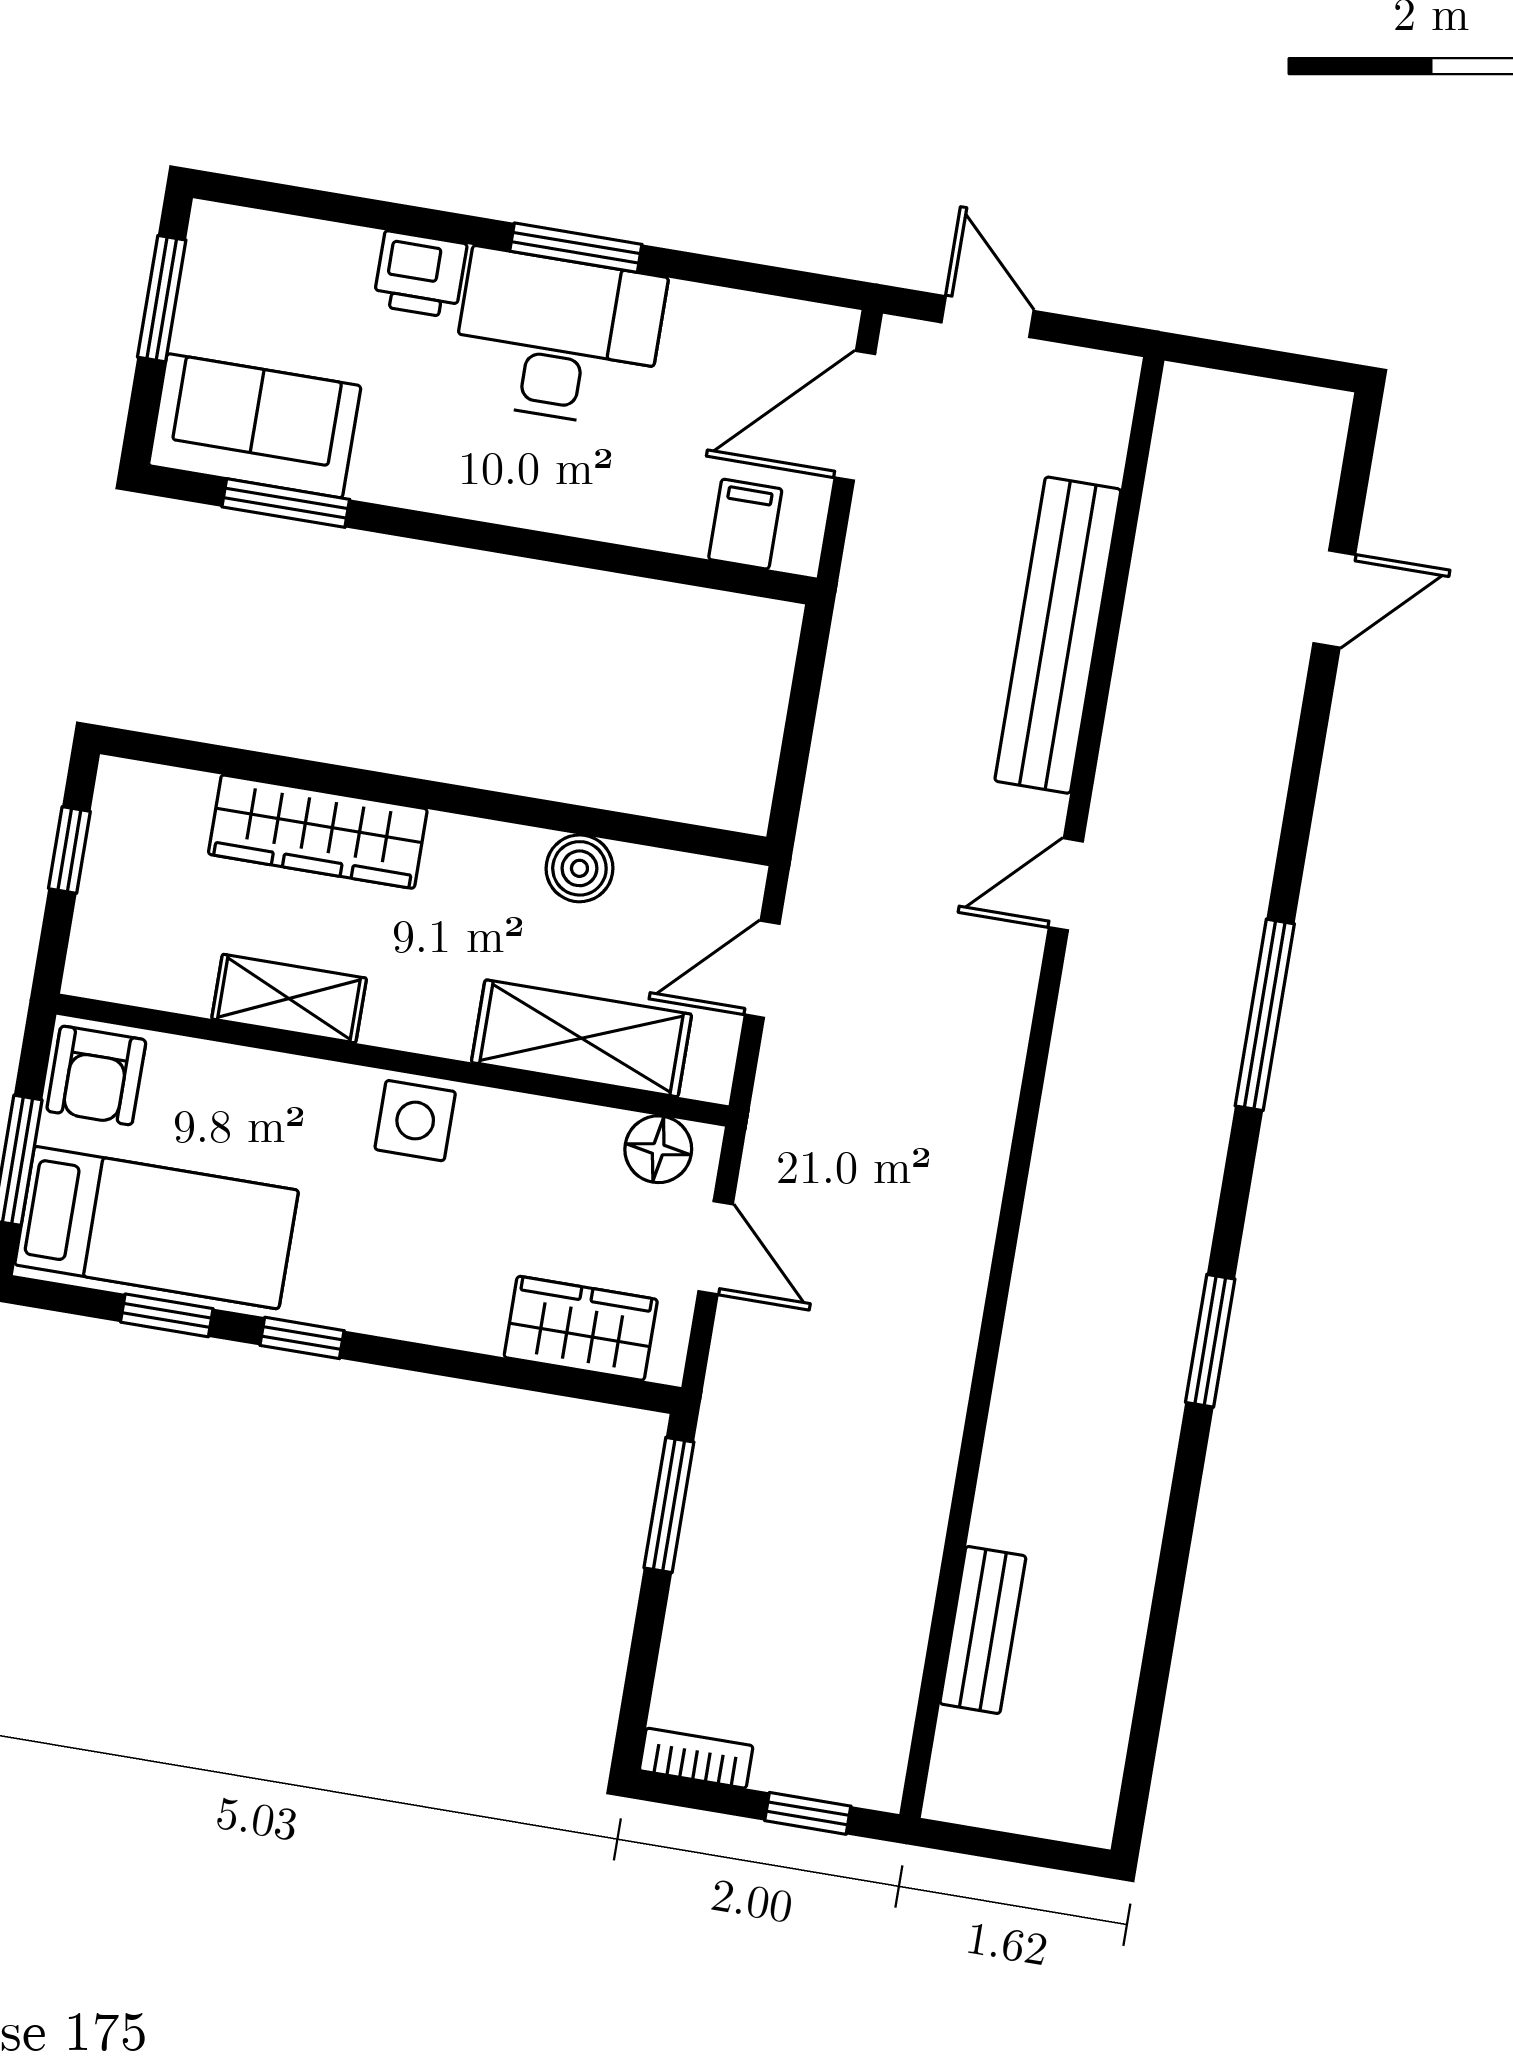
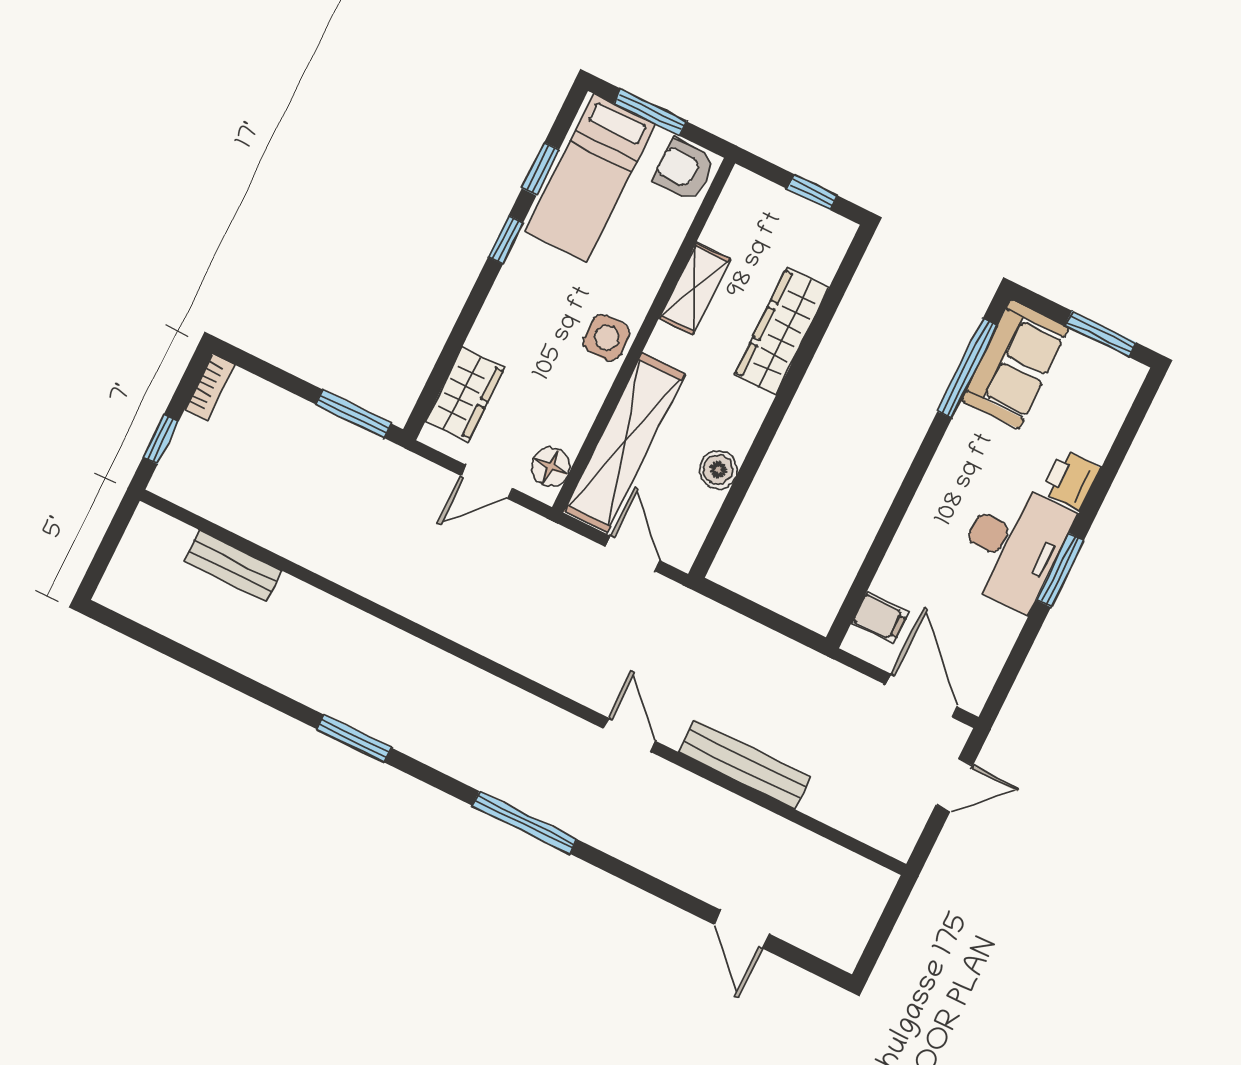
window: (286, 503) -> (967, 368), width x1.44
bench: (1058, 635) -> (744, 764), width x0.73, depth x0.82
shelving: (582, 1038) -> (624, 443), width x1.47

